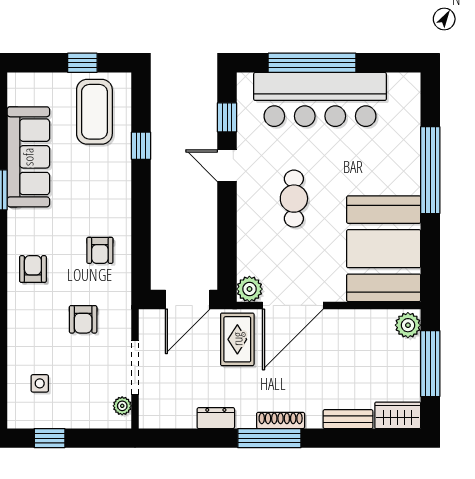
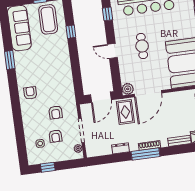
sofa: (28, 157) -> (19, 28), moved
door: (227, 166) -> (112, 51), moved
armchair: (100, 250) -> (55, 136), moved

